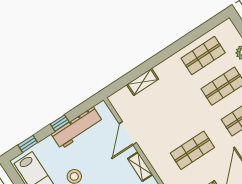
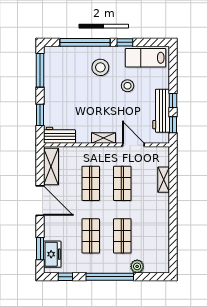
shop shelf: (203, 55) -> (122, 183), moved
window: (28, 144) -> (173, 125), moved

